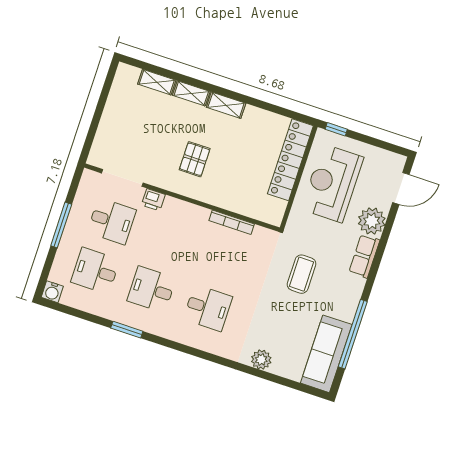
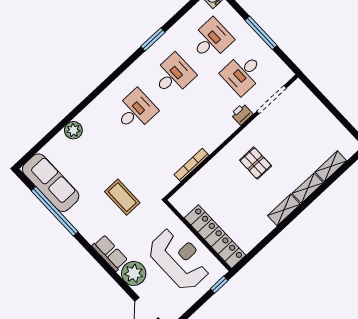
desk: (208, 308) -> (136, 111), turned 180

